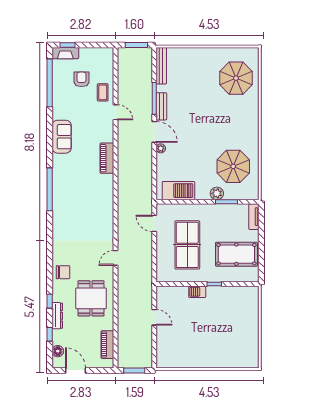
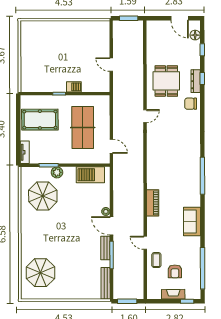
fireplace: (65, 53) -> (173, 294), moved
dresser: (57, 316) -> (196, 81), moved
piano: (107, 345) -> (152, 41), removed

